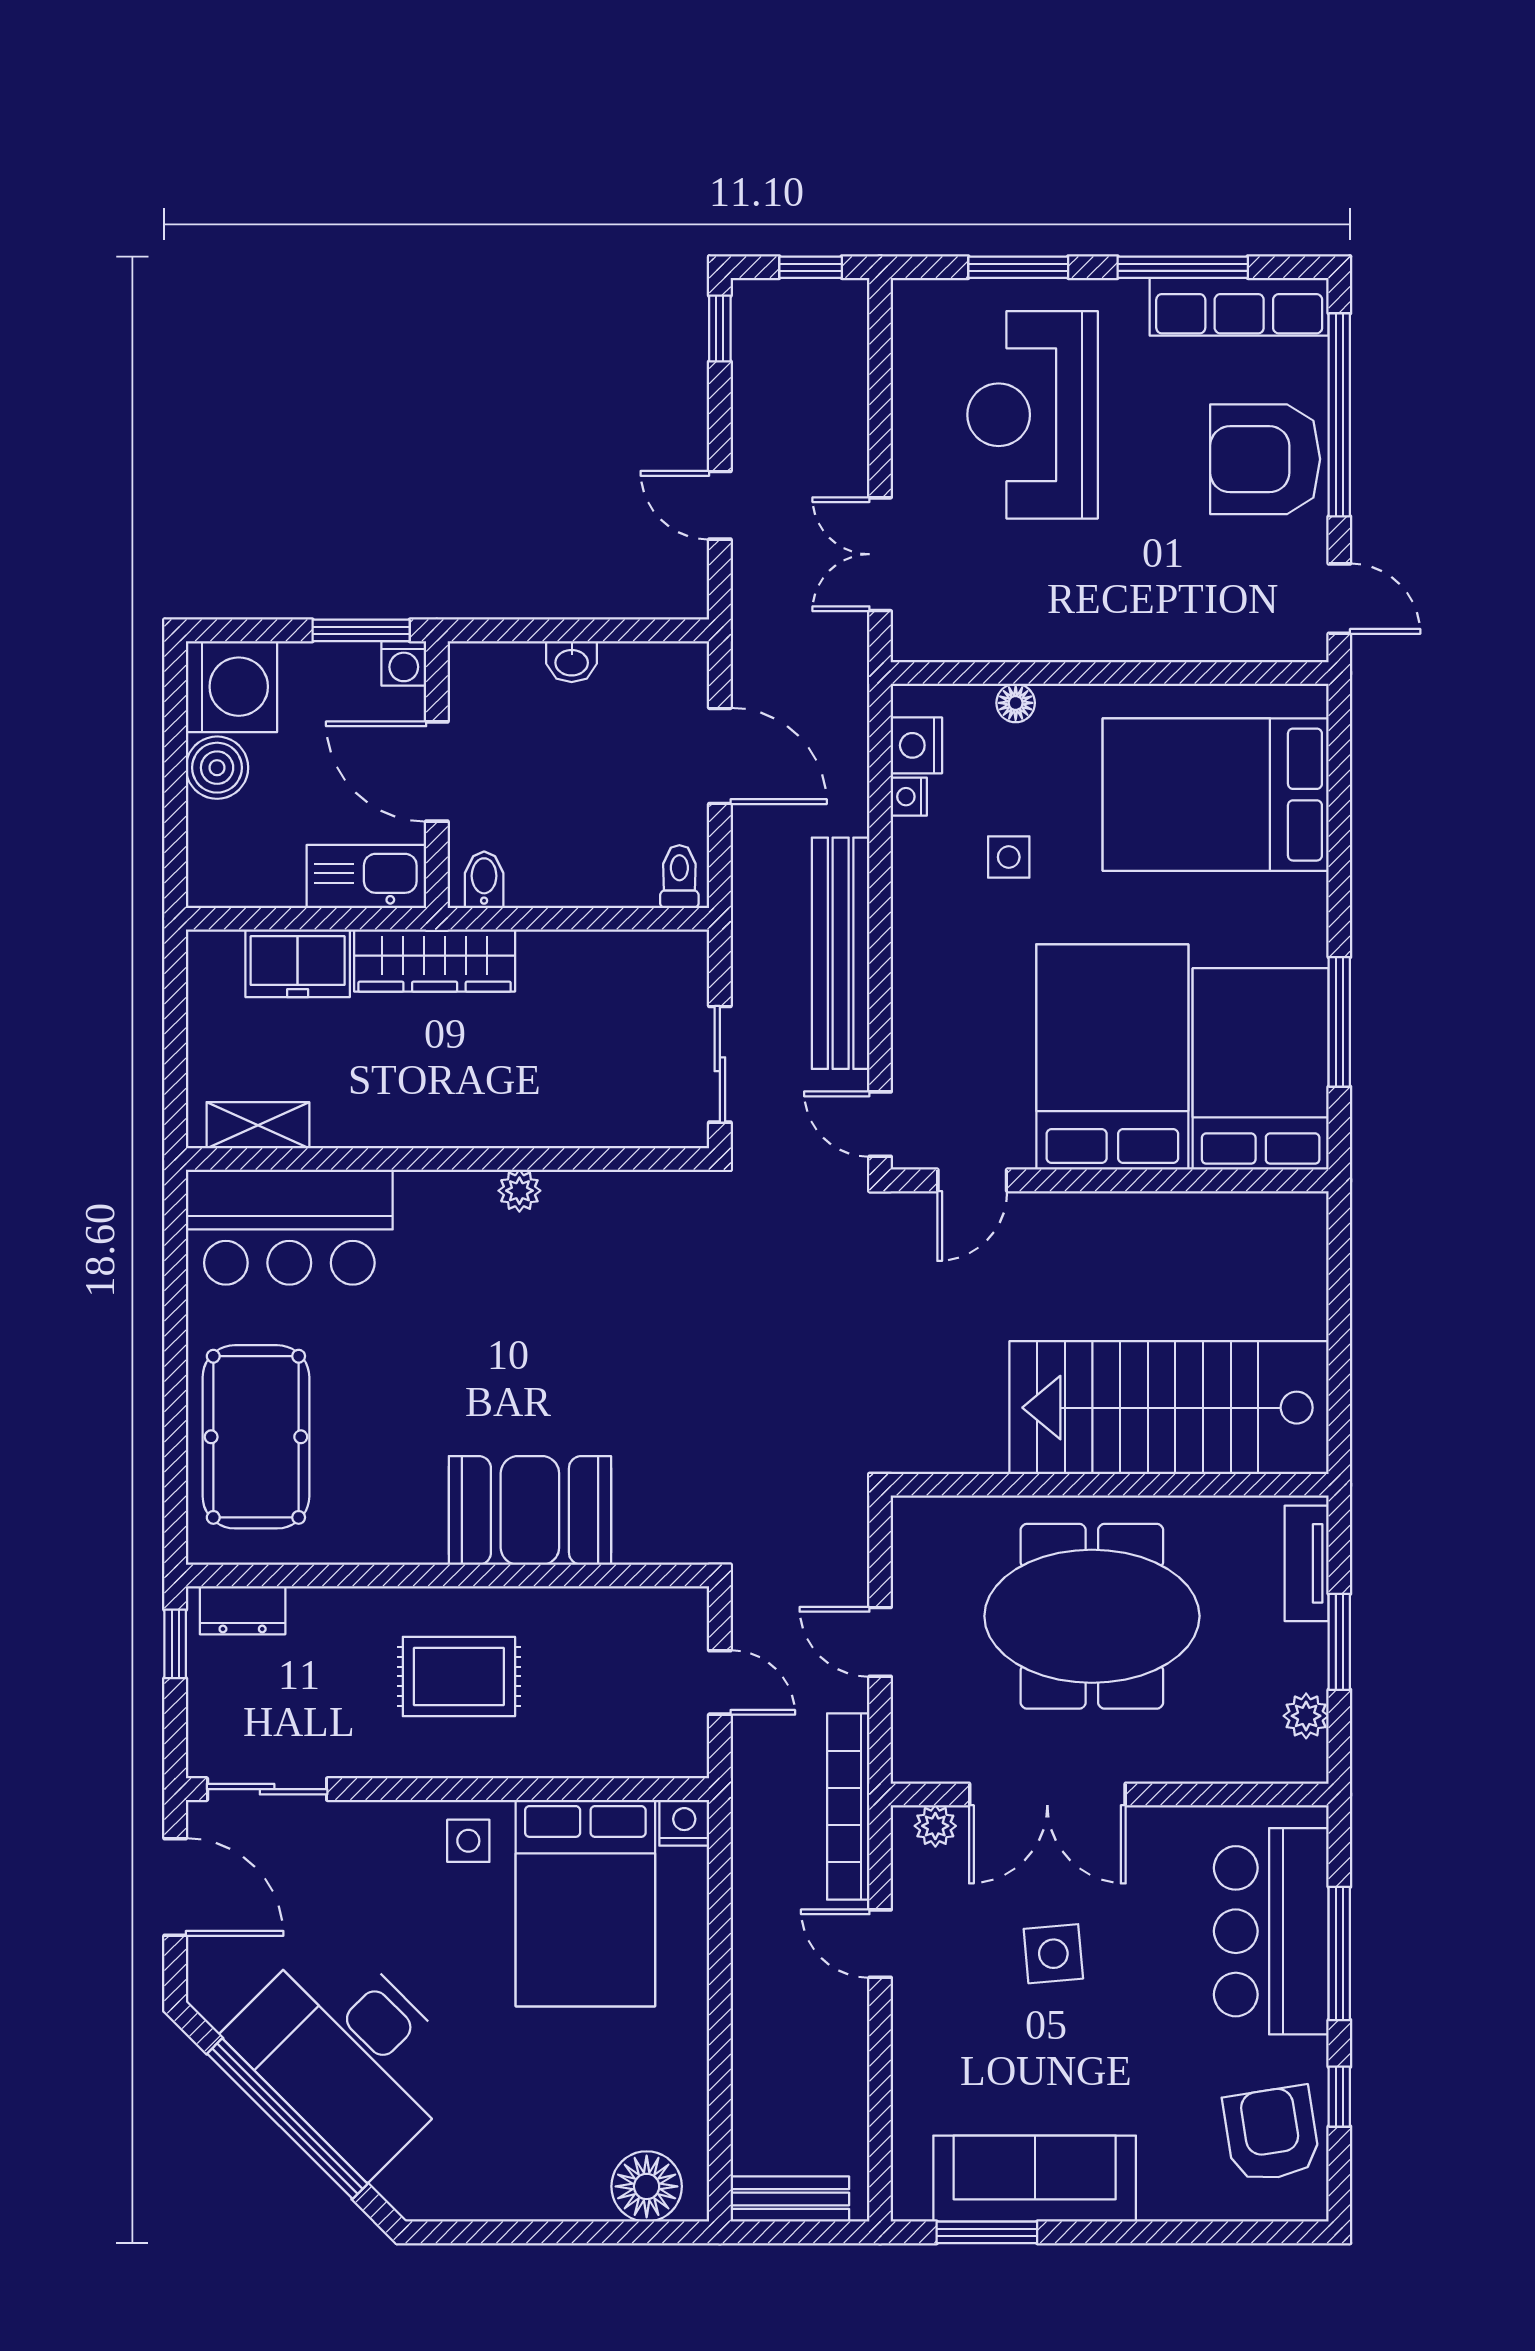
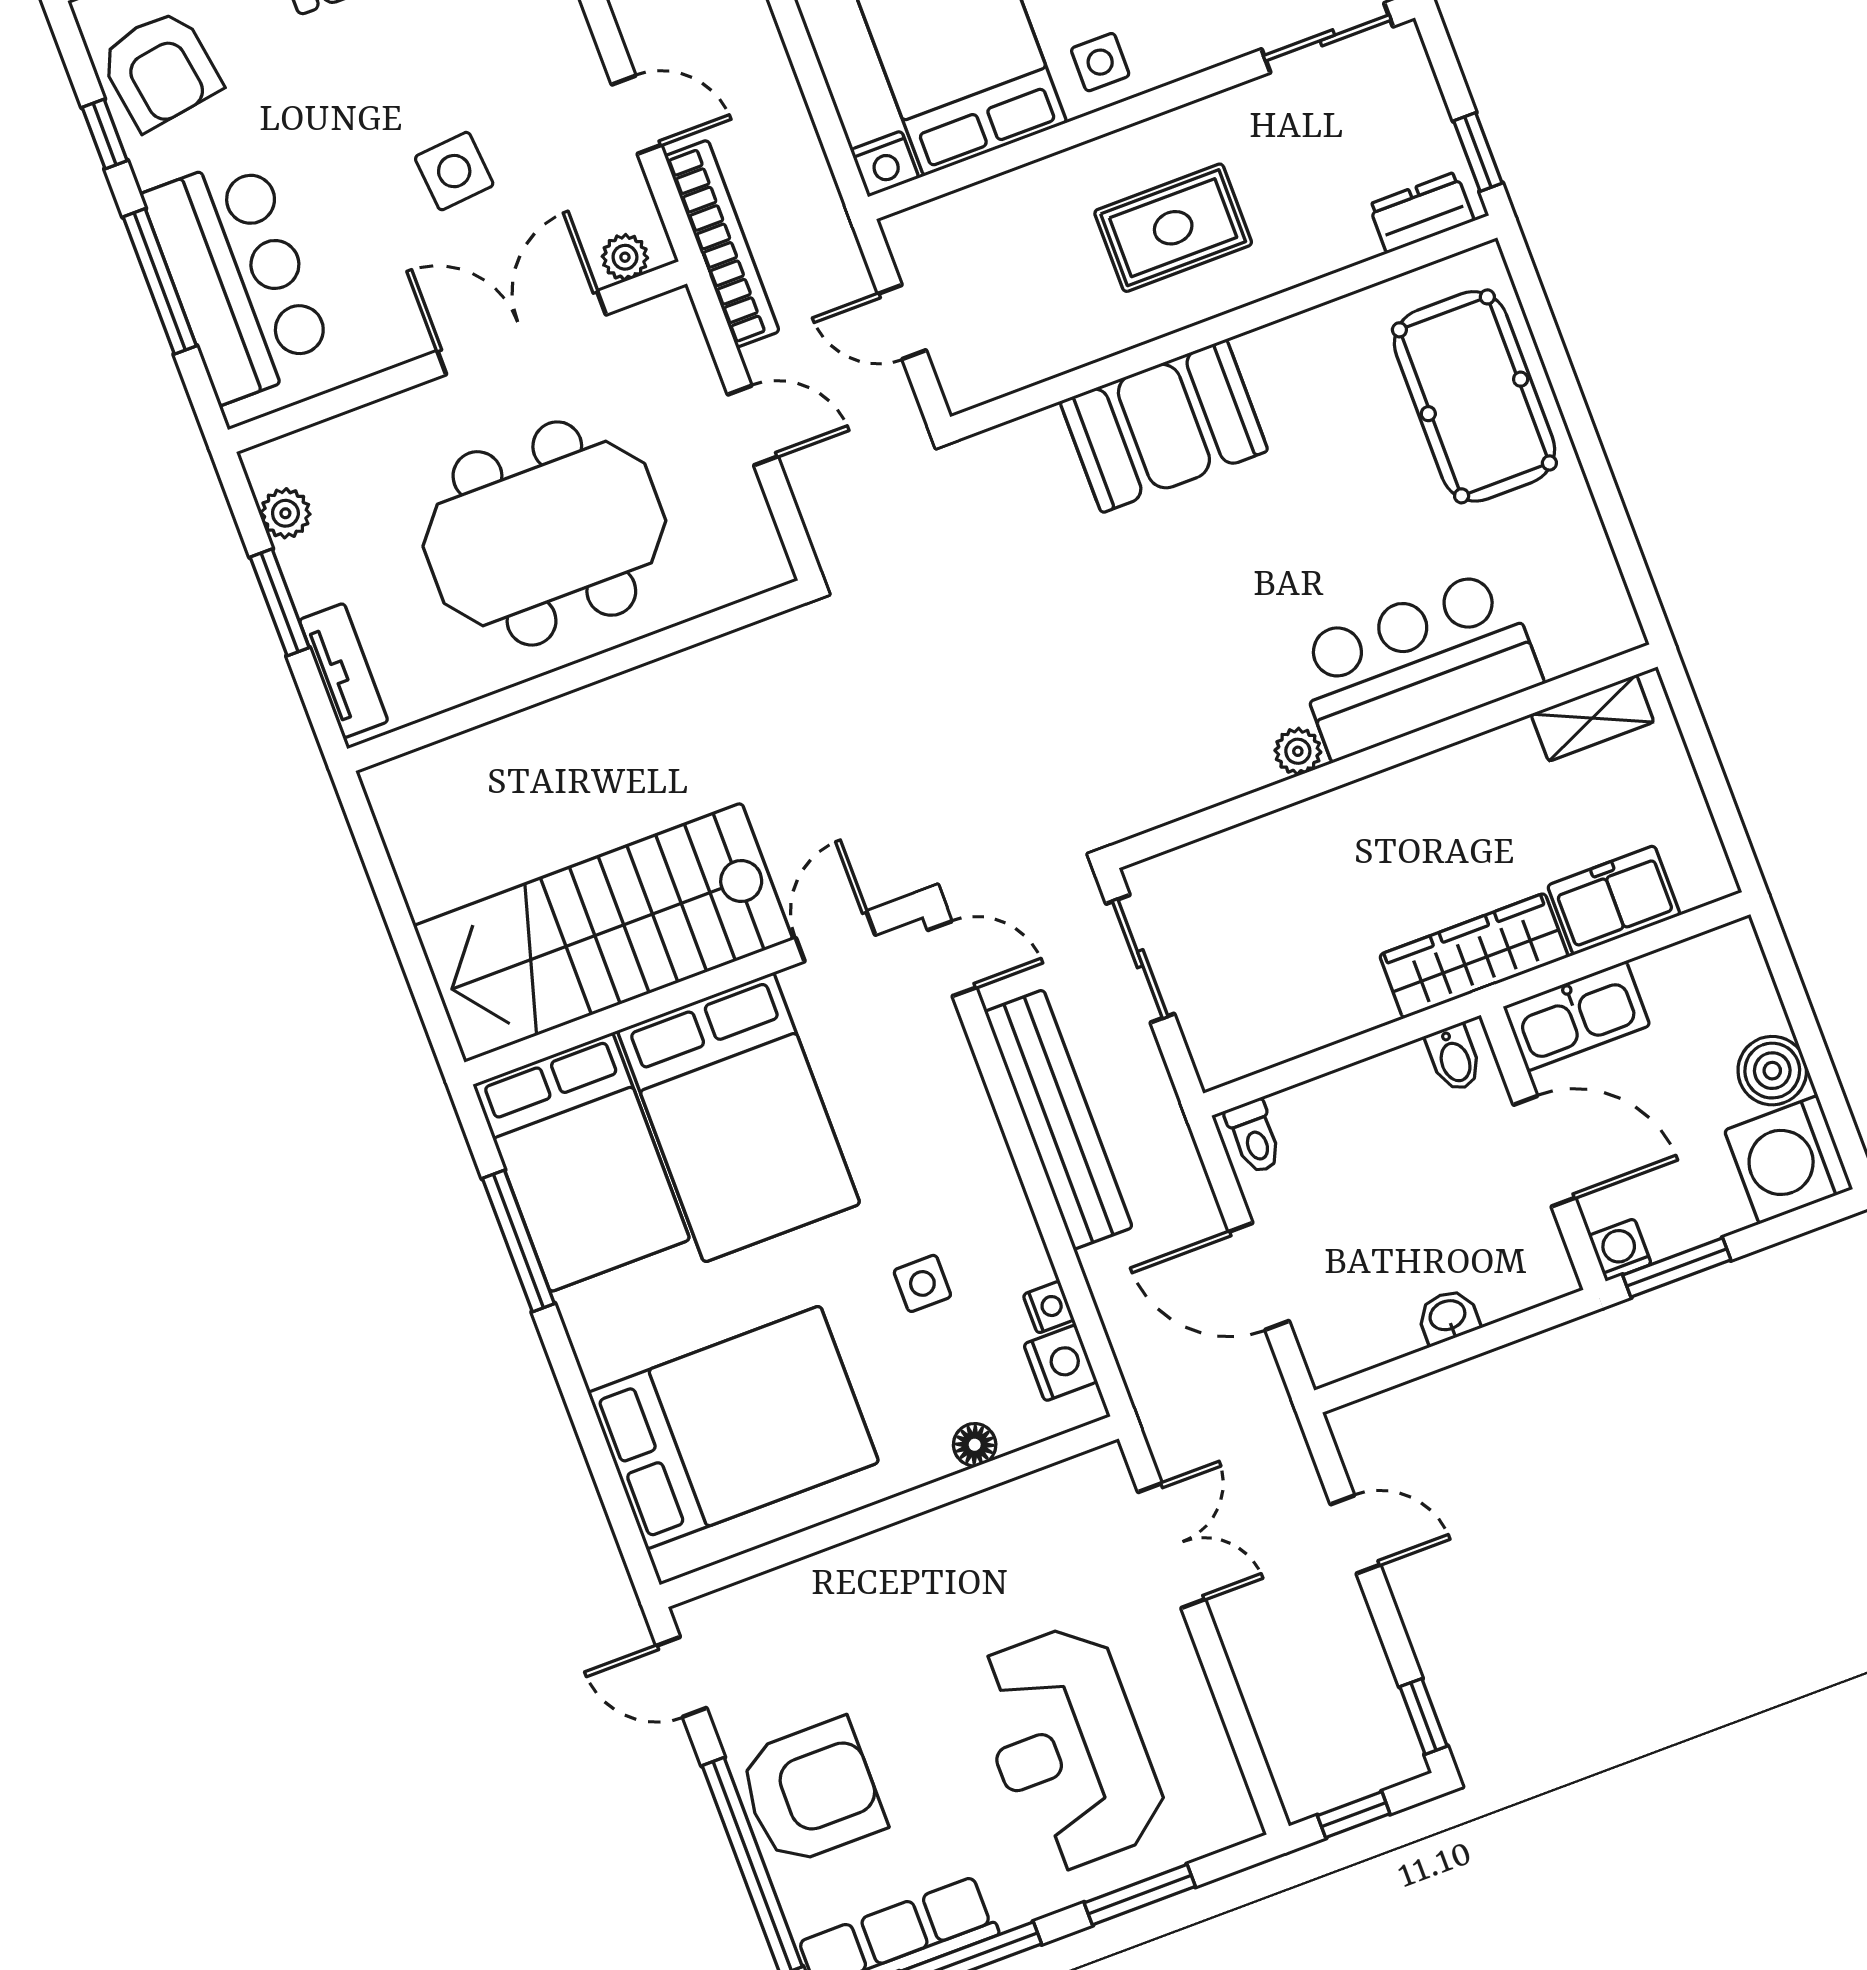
reception desk: (1033, 415) -> (1068, 1748), turned 180
bar counter: (289, 1227) -> (1416, 664), moved
stairs: (1169, 1408) -> (603, 933), moved, turned 180

